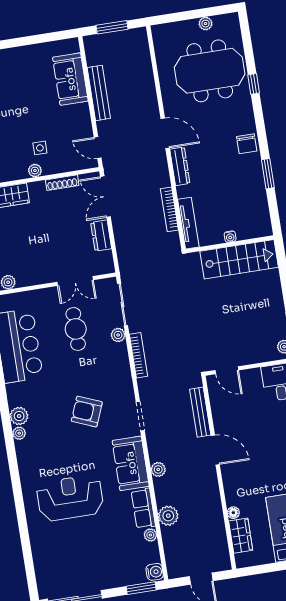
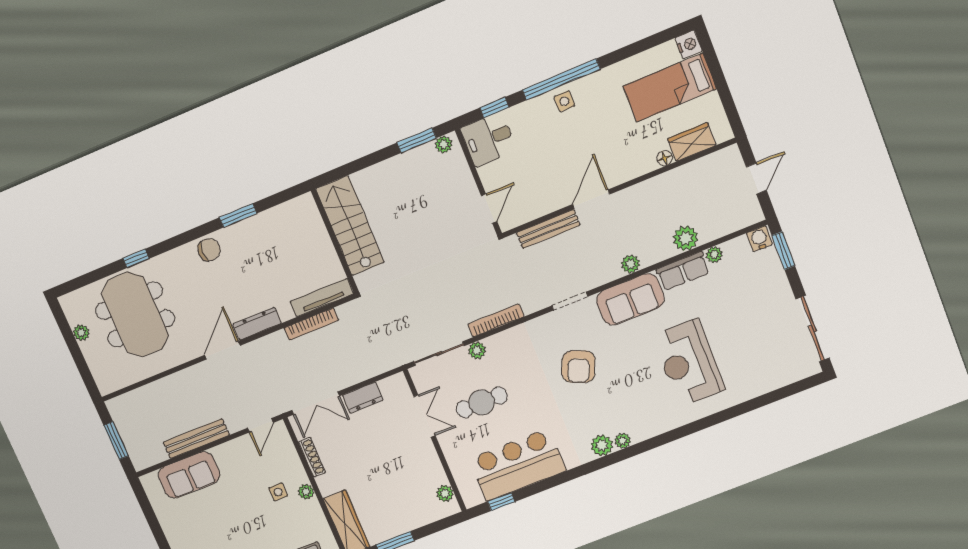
water cooler: (230, 237) -> (325, 243), removed

